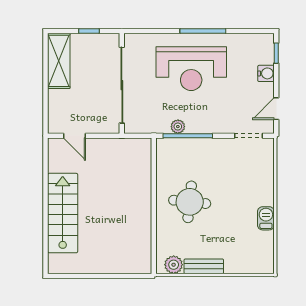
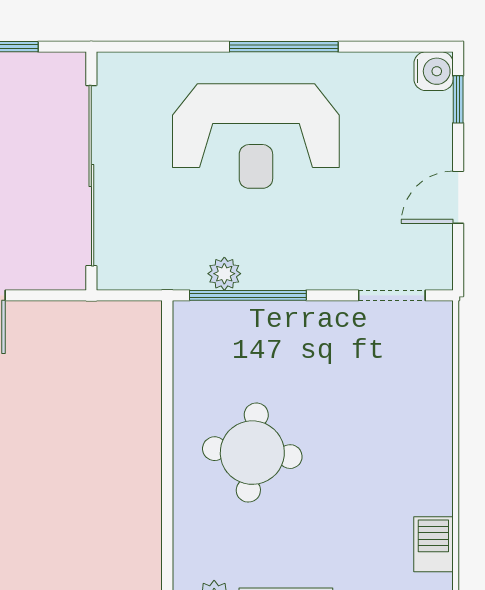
water cooler: (266, 73) -> (434, 71), moved
door: (276, 109) -> (458, 197), moved
barbecue: (266, 218) -> (433, 544), moved

